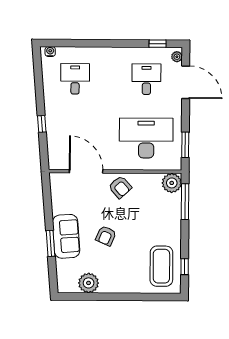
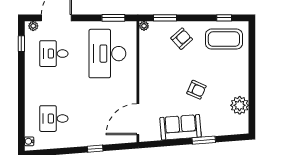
door: (86, 171) -> (138, 119), moved
plant: (172, 183) -> (144, 26), width x0.53, depth x0.53
armchair: (120, 187) -> (182, 39), moved
window: (185, 202) -> (165, 18), width x0.69
sofa: (66, 236) -> (181, 127), moved

